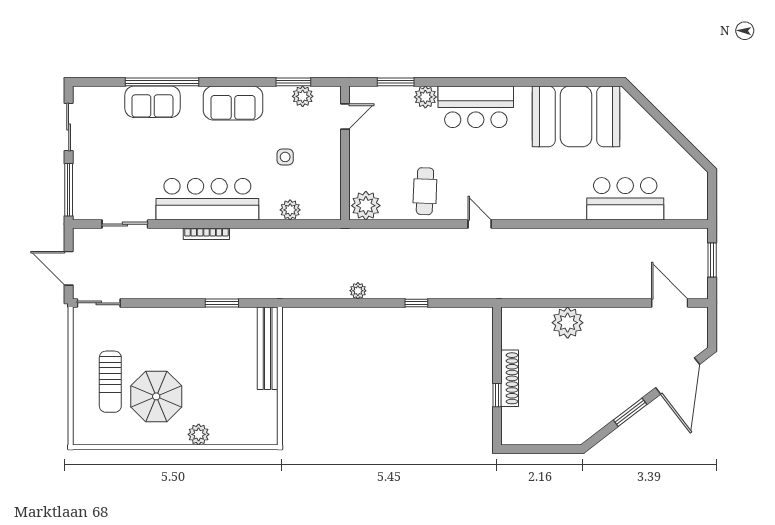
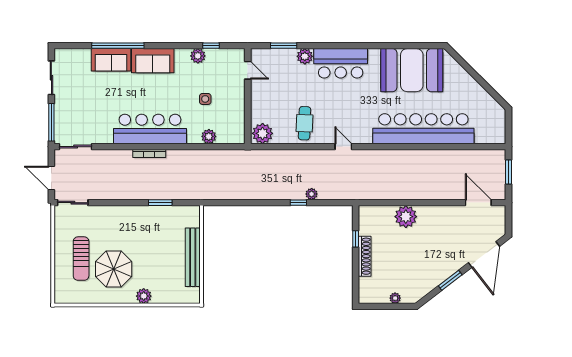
window: (293, 82) -> (211, 46), width x0.67
plant: (303, 96) -> (198, 56), moved
sofa: (233, 103) -> (153, 61), moved
door: (345, 117) -> (248, 70), hinge flipped
bar counter: (625, 199) -> (423, 129), width x1.86
sliding door: (125, 224) -> (76, 147), moved
plant: (358, 291) -> (312, 194), moved
bench: (268, 348) -> (193, 257), moved
window: (497, 395) -> (356, 239), moved
plant: (552, 437) -> (395, 298), added

